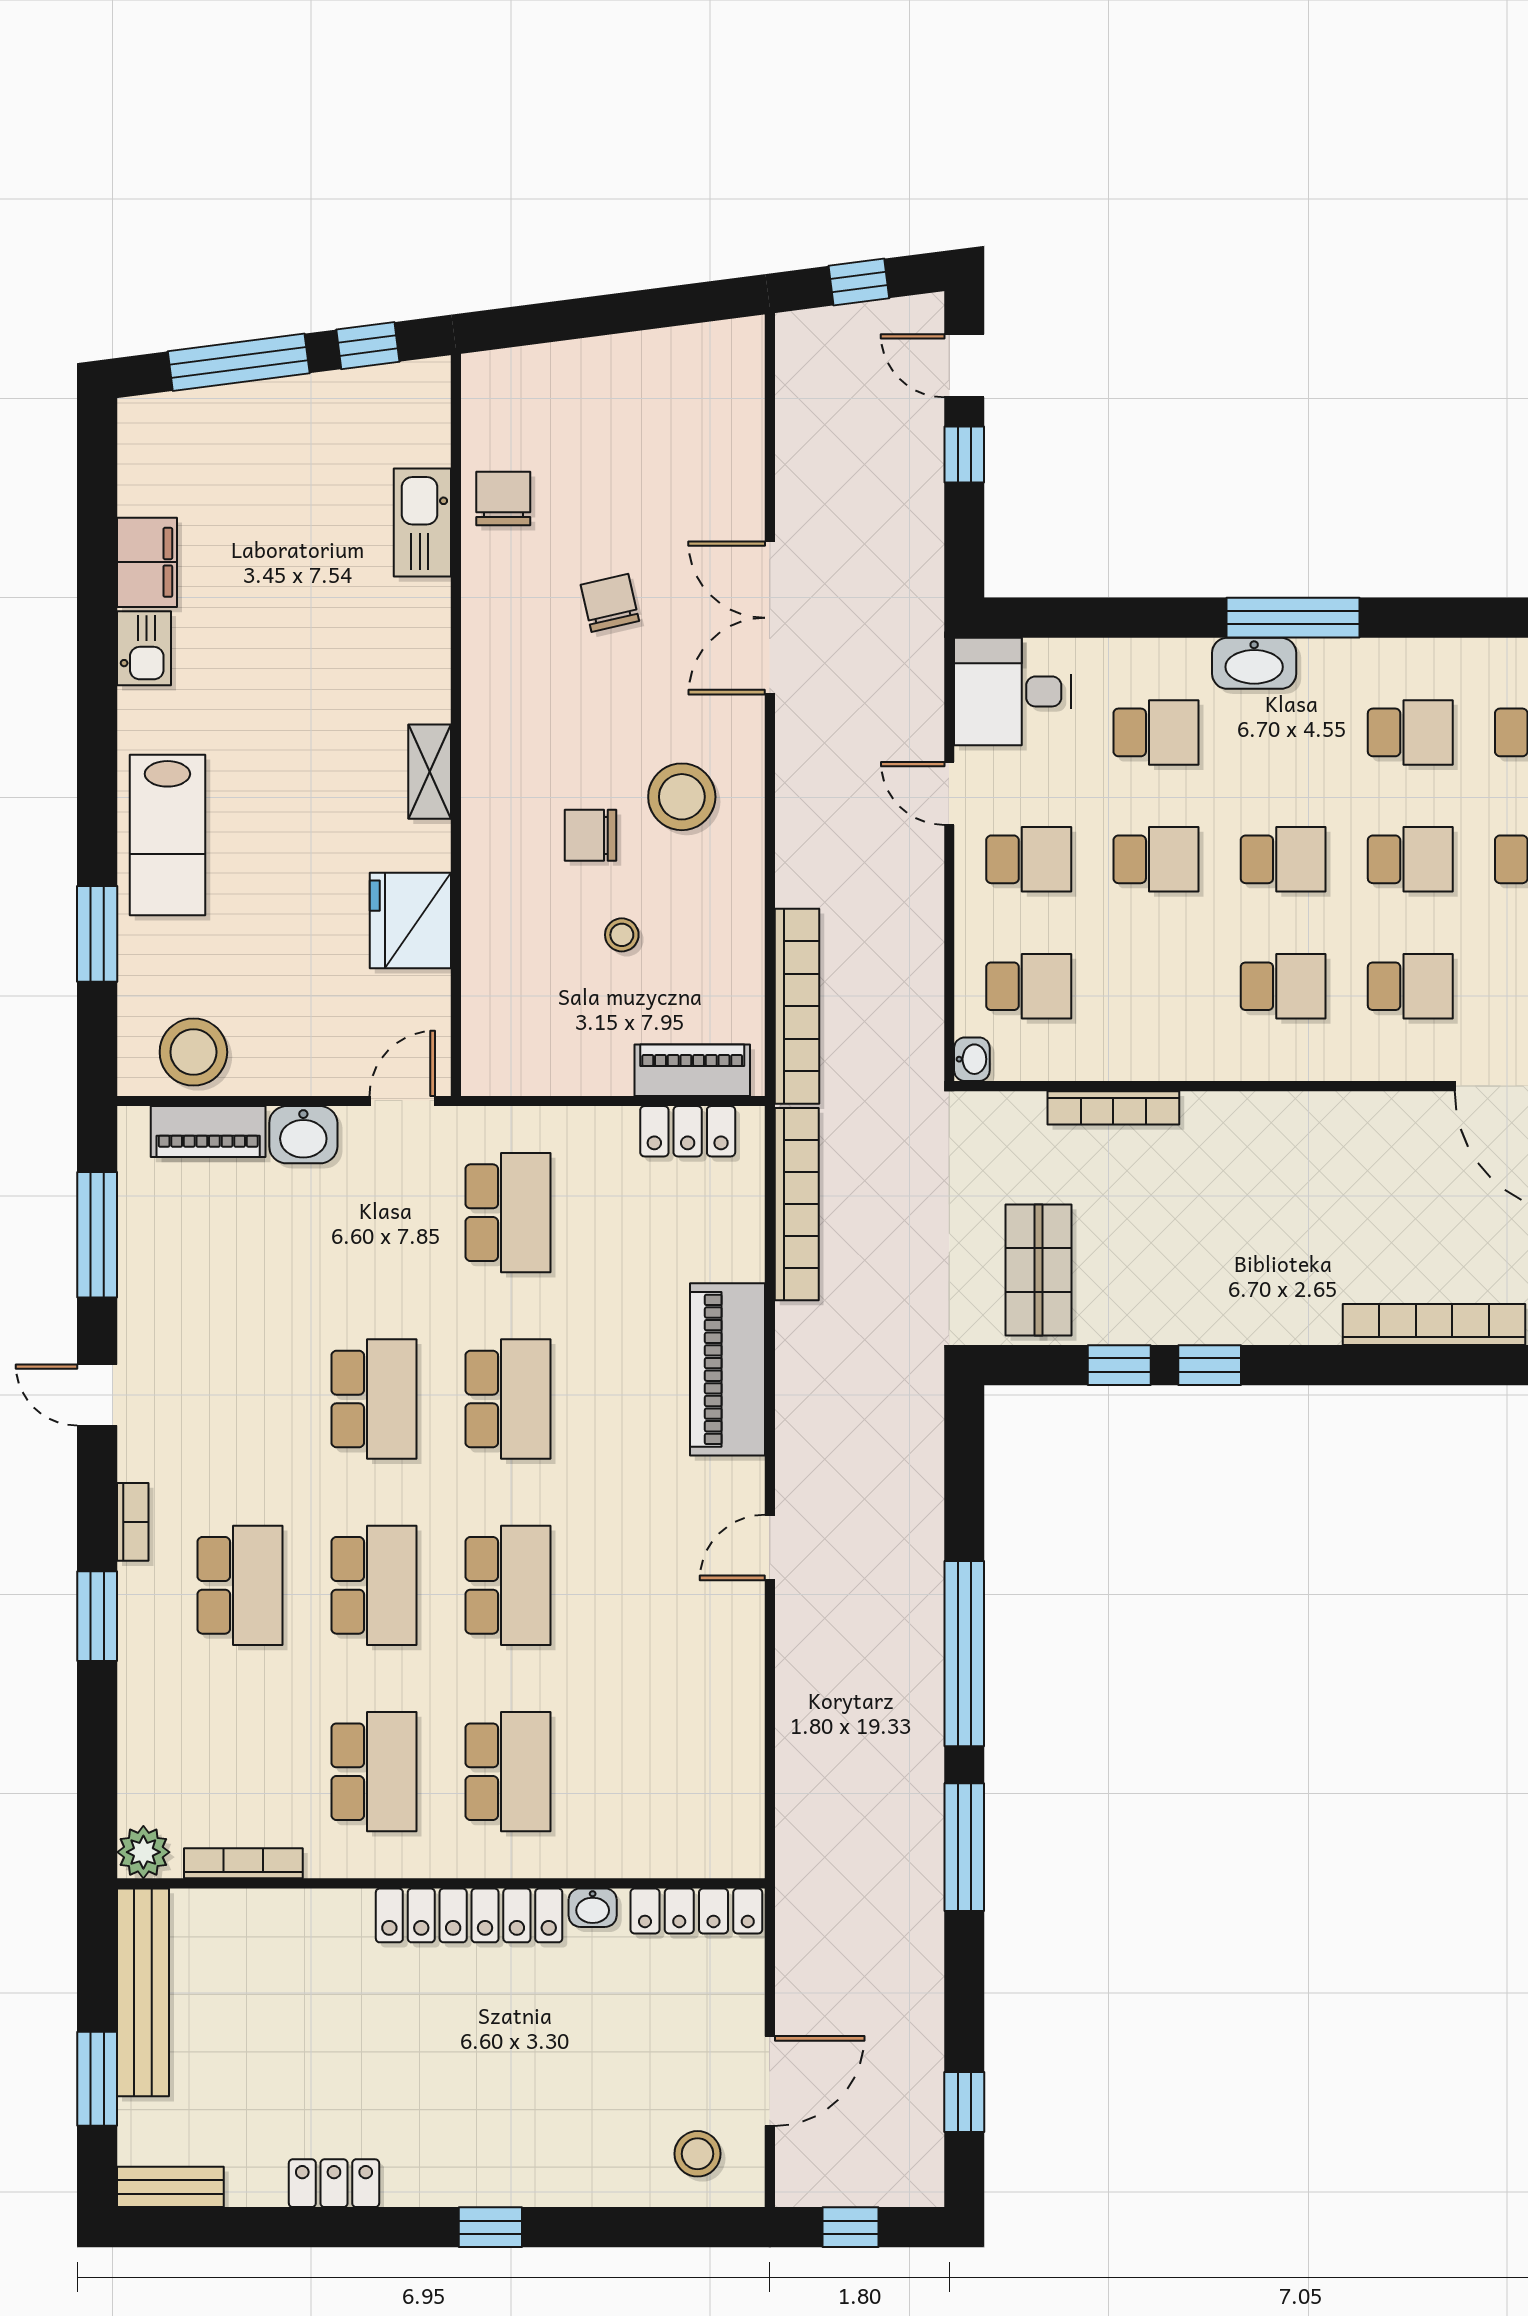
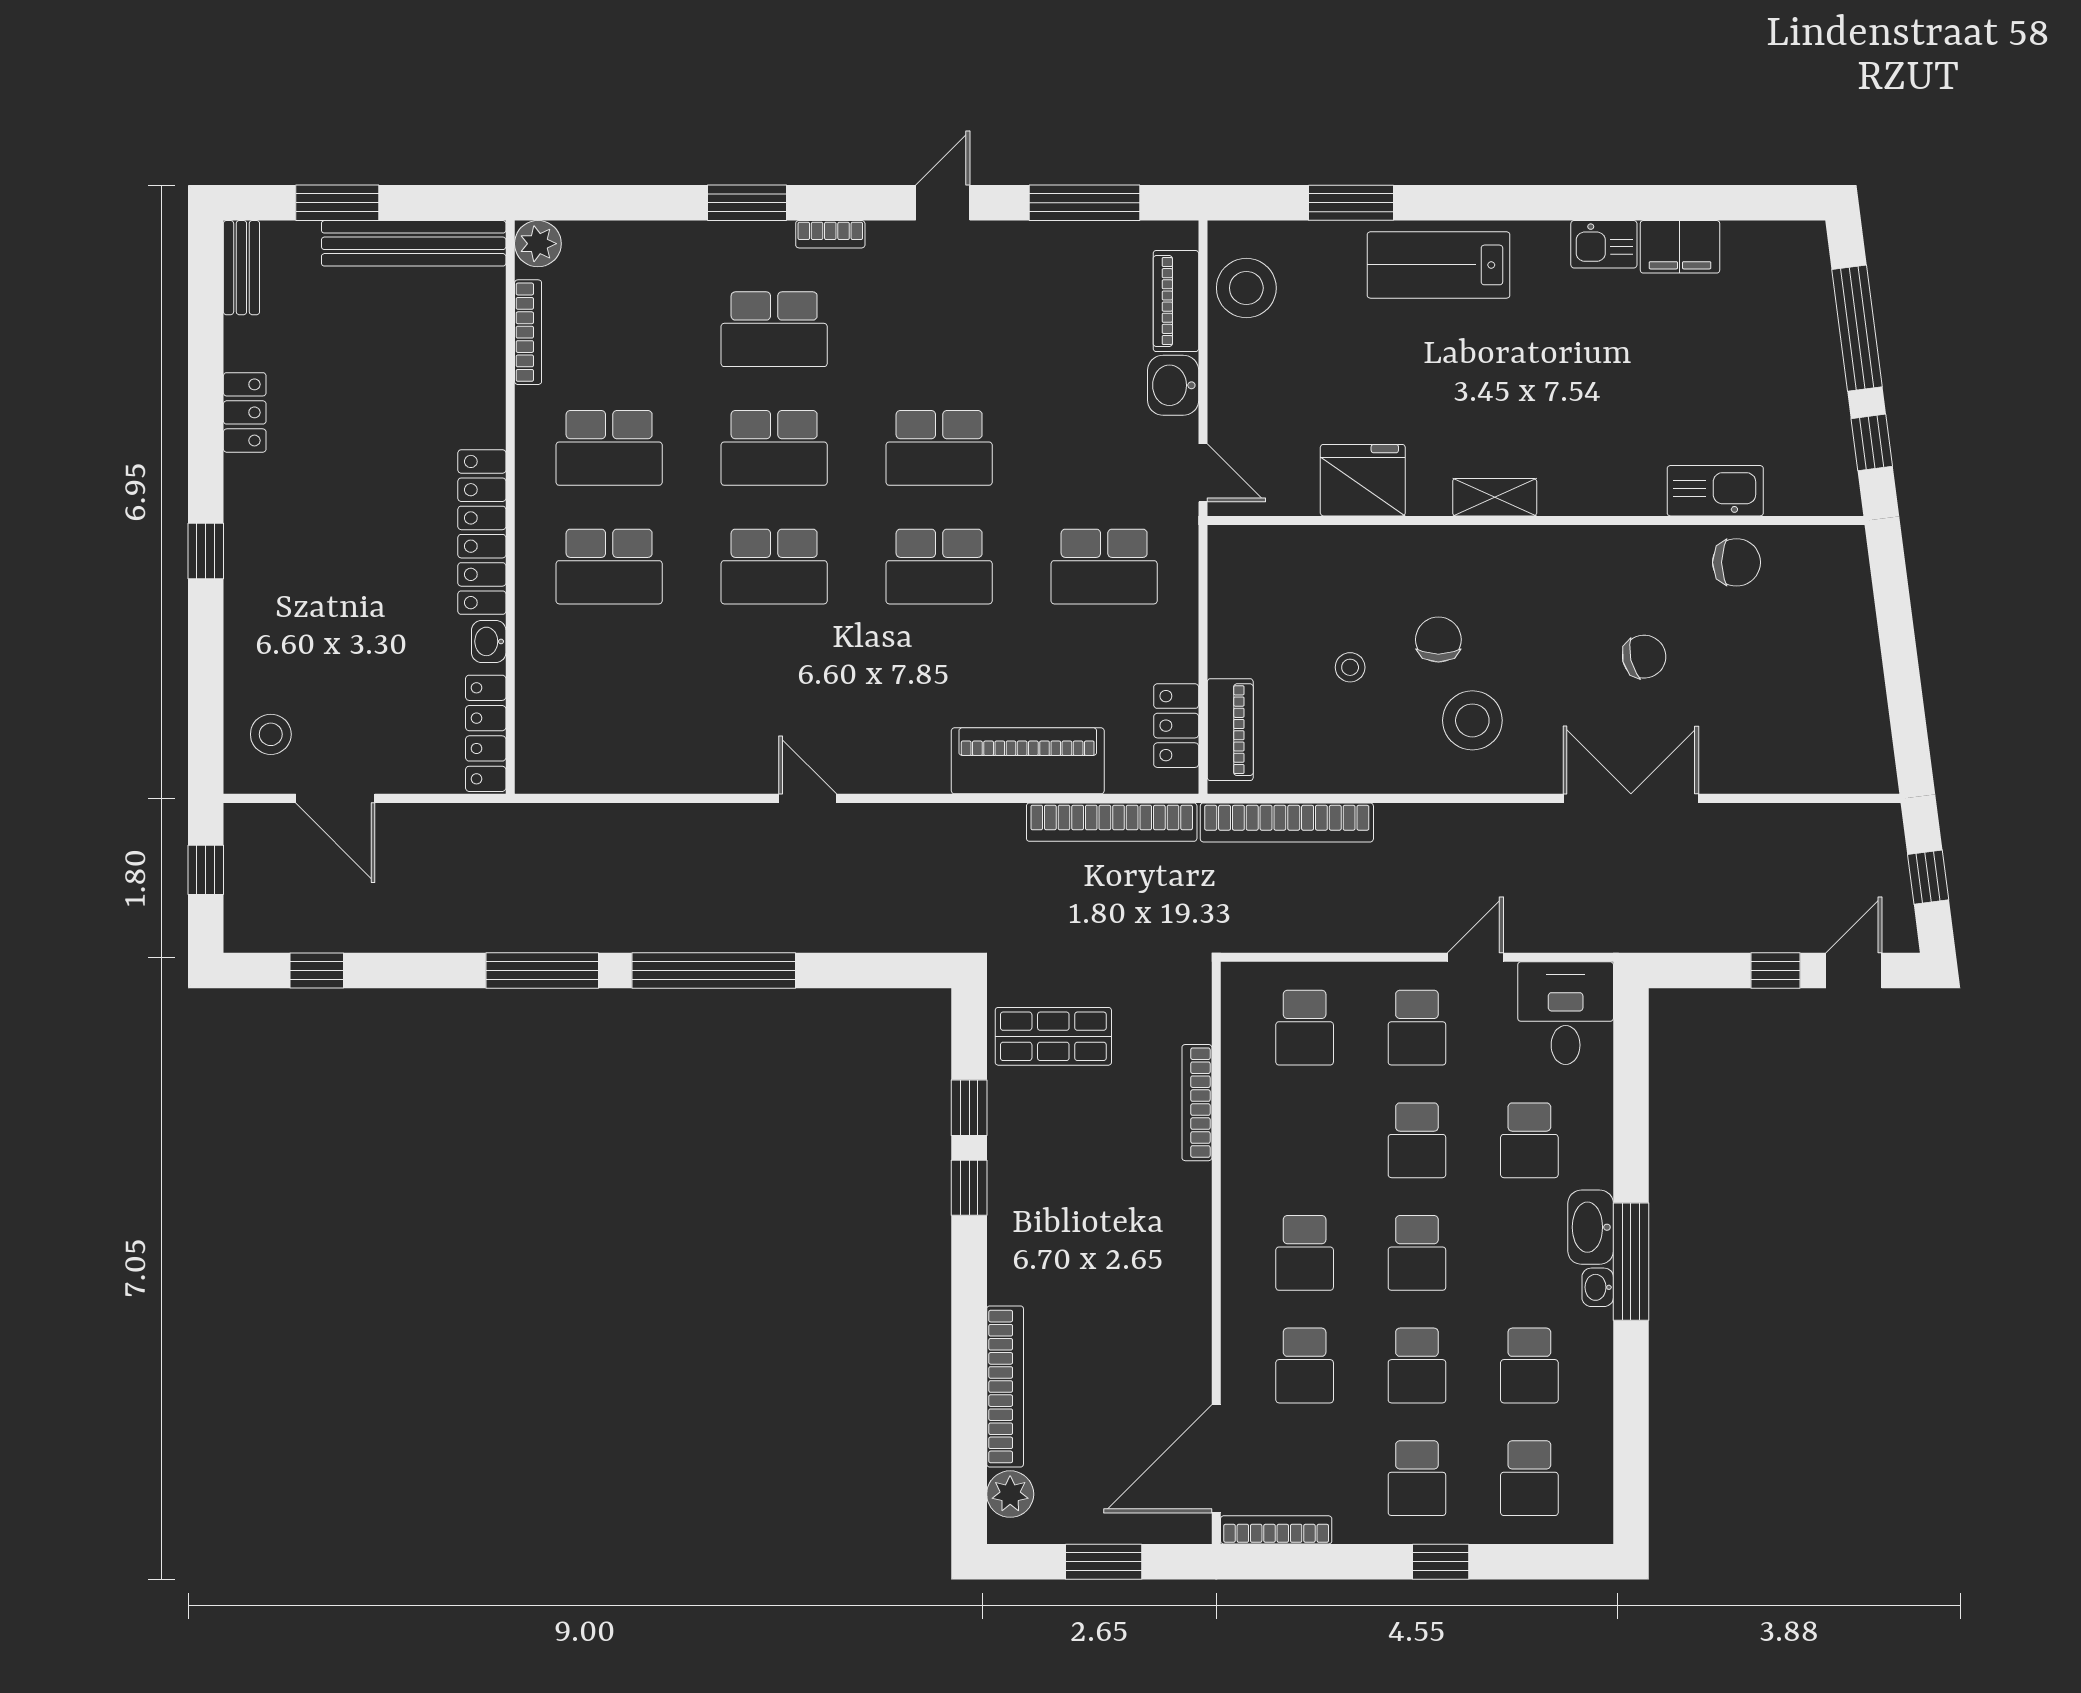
washbasin: (972, 1059) -> (1598, 1287), moved, turned 90
piano: (727, 1369) -> (1028, 761), moved

